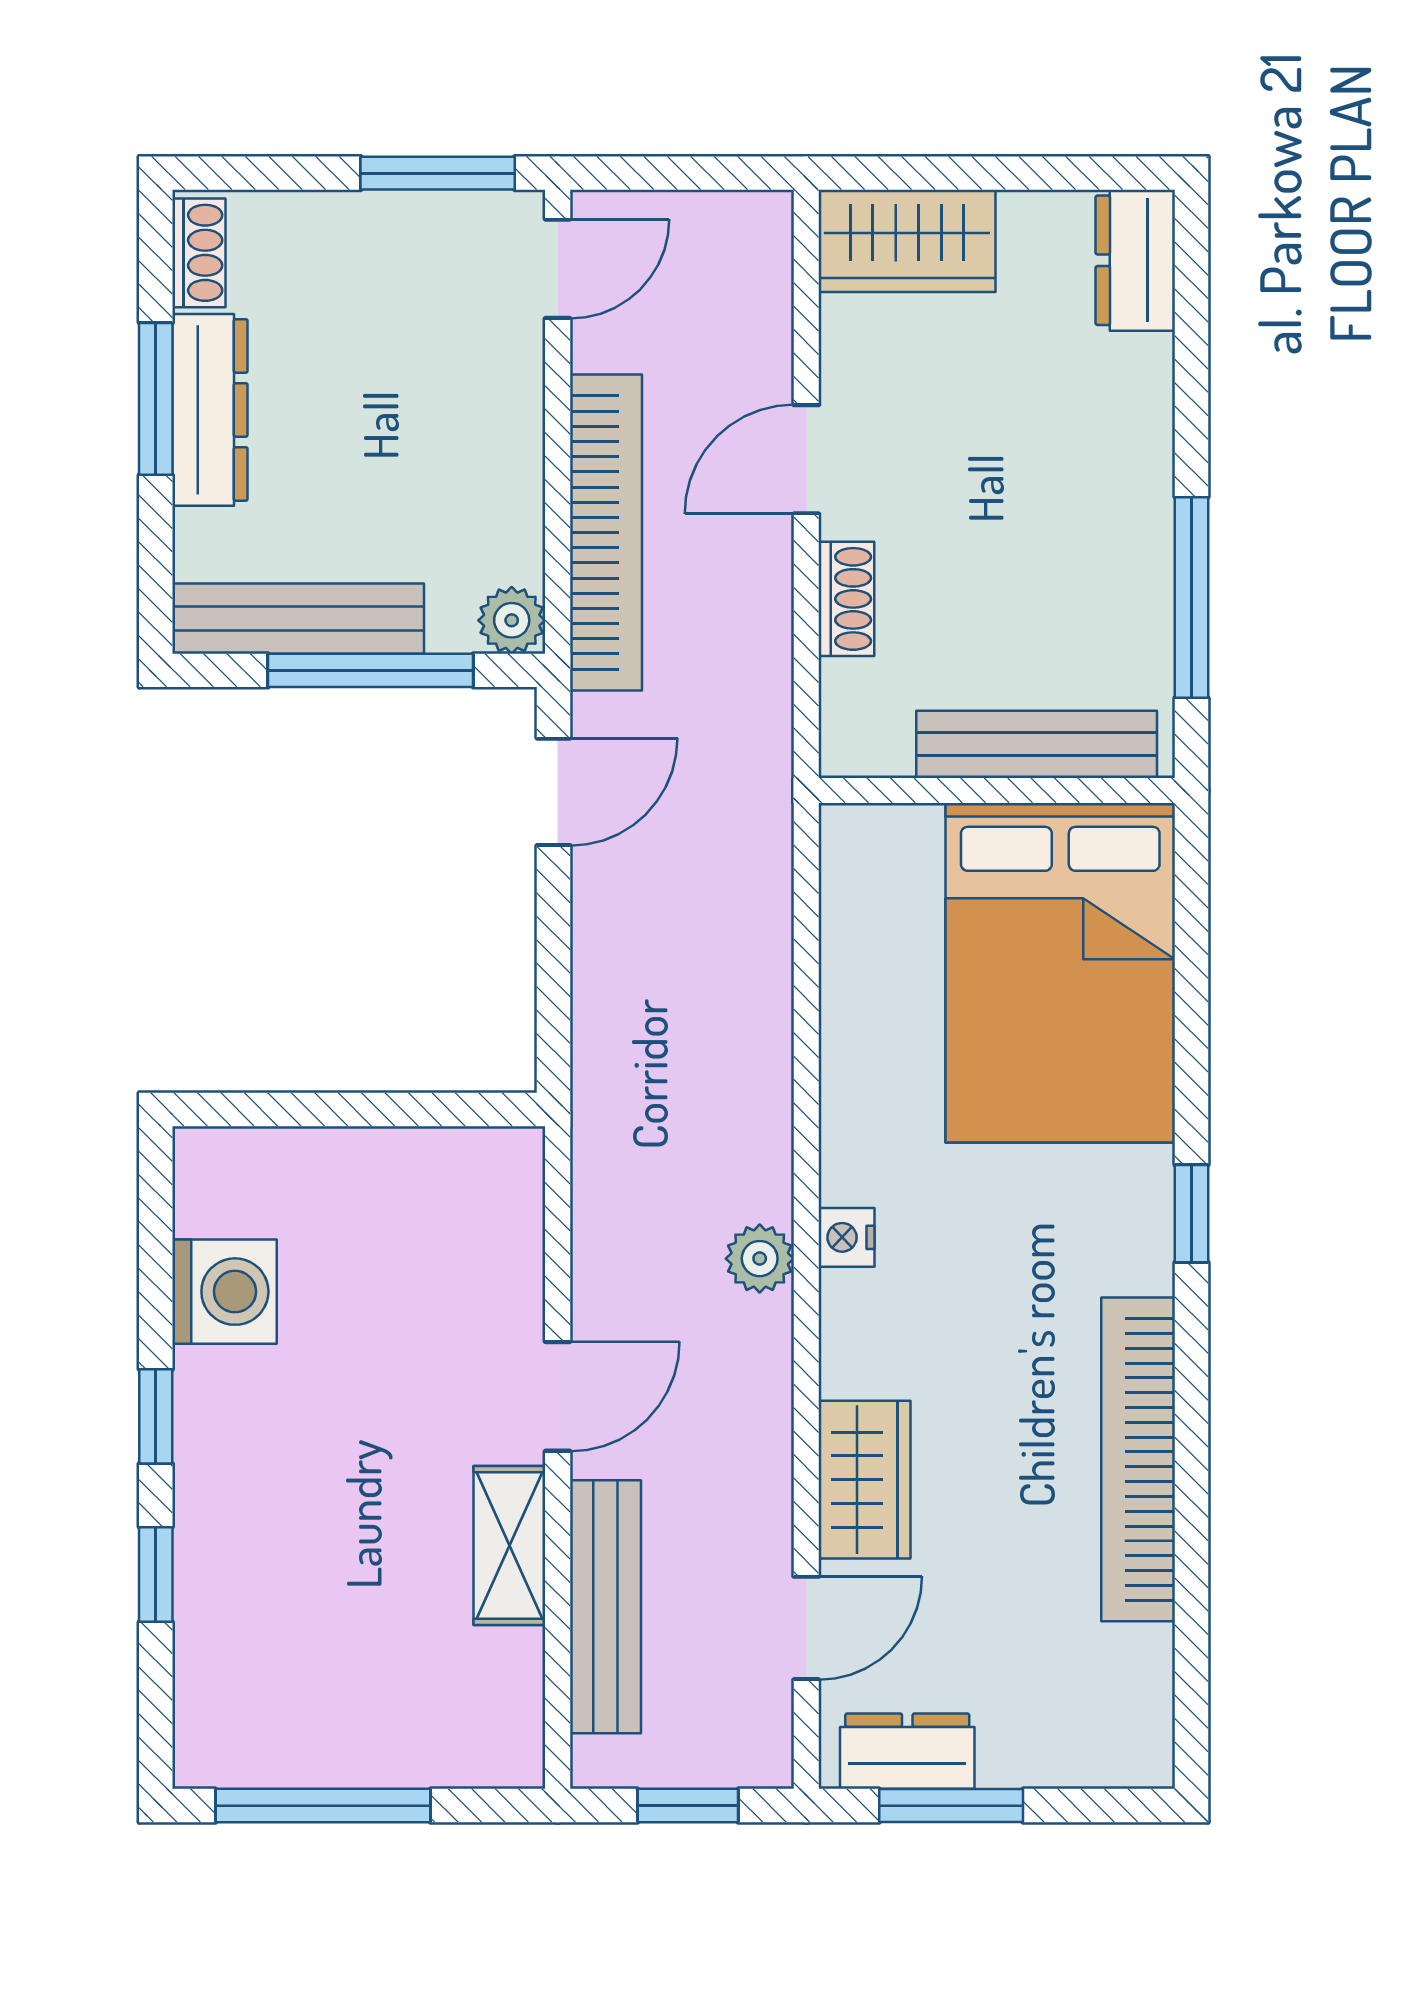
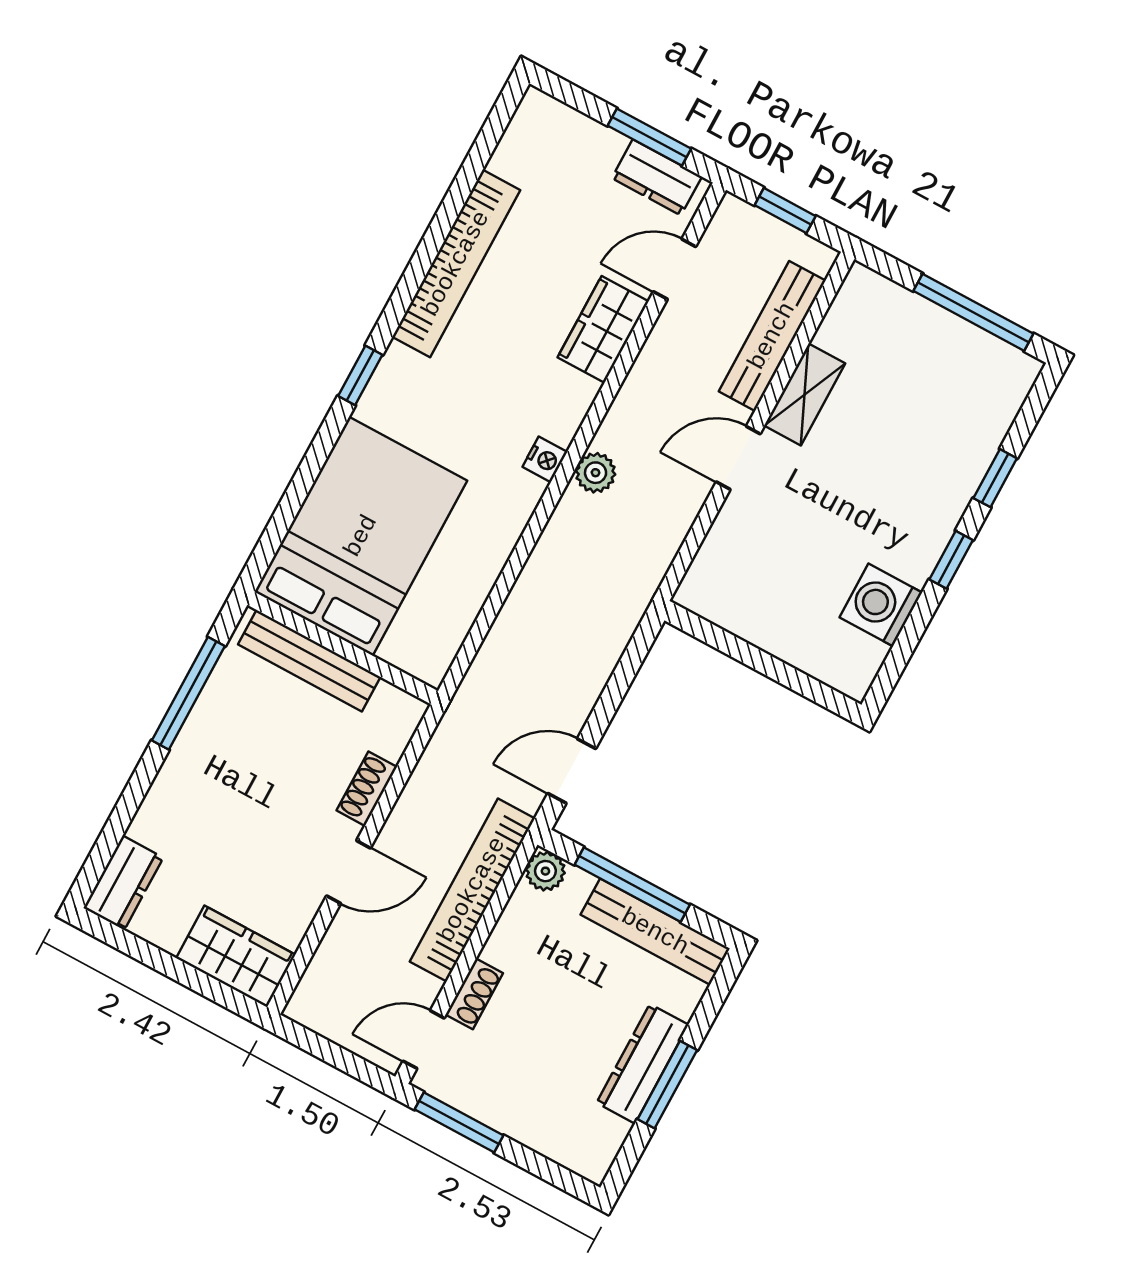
shoe rack: (199, 253) -> (474, 994), moved, turned 180

